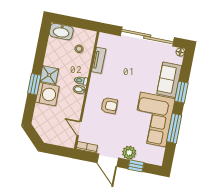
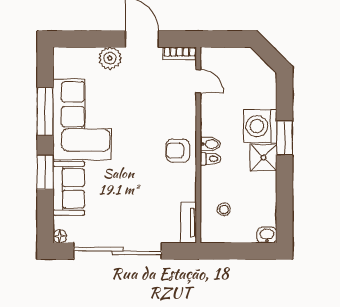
washbasin: (61, 32) -> (267, 235), width x0.52, depth x0.69
tv unit: (99, 60) -> (188, 222), moved
armchair: (109, 106) -> (178, 151), moved
window: (136, 166) -> (95, 39), removed

